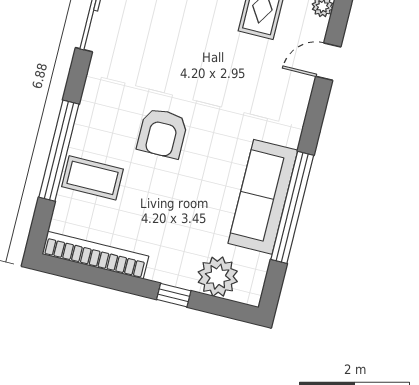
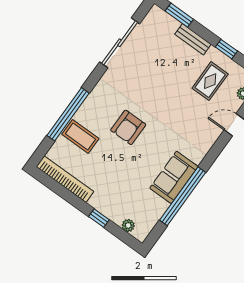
sofa: (263, 197) -> (174, 177), width x0.73
plant: (218, 277) -> (128, 225), width x0.53, depth x0.53

